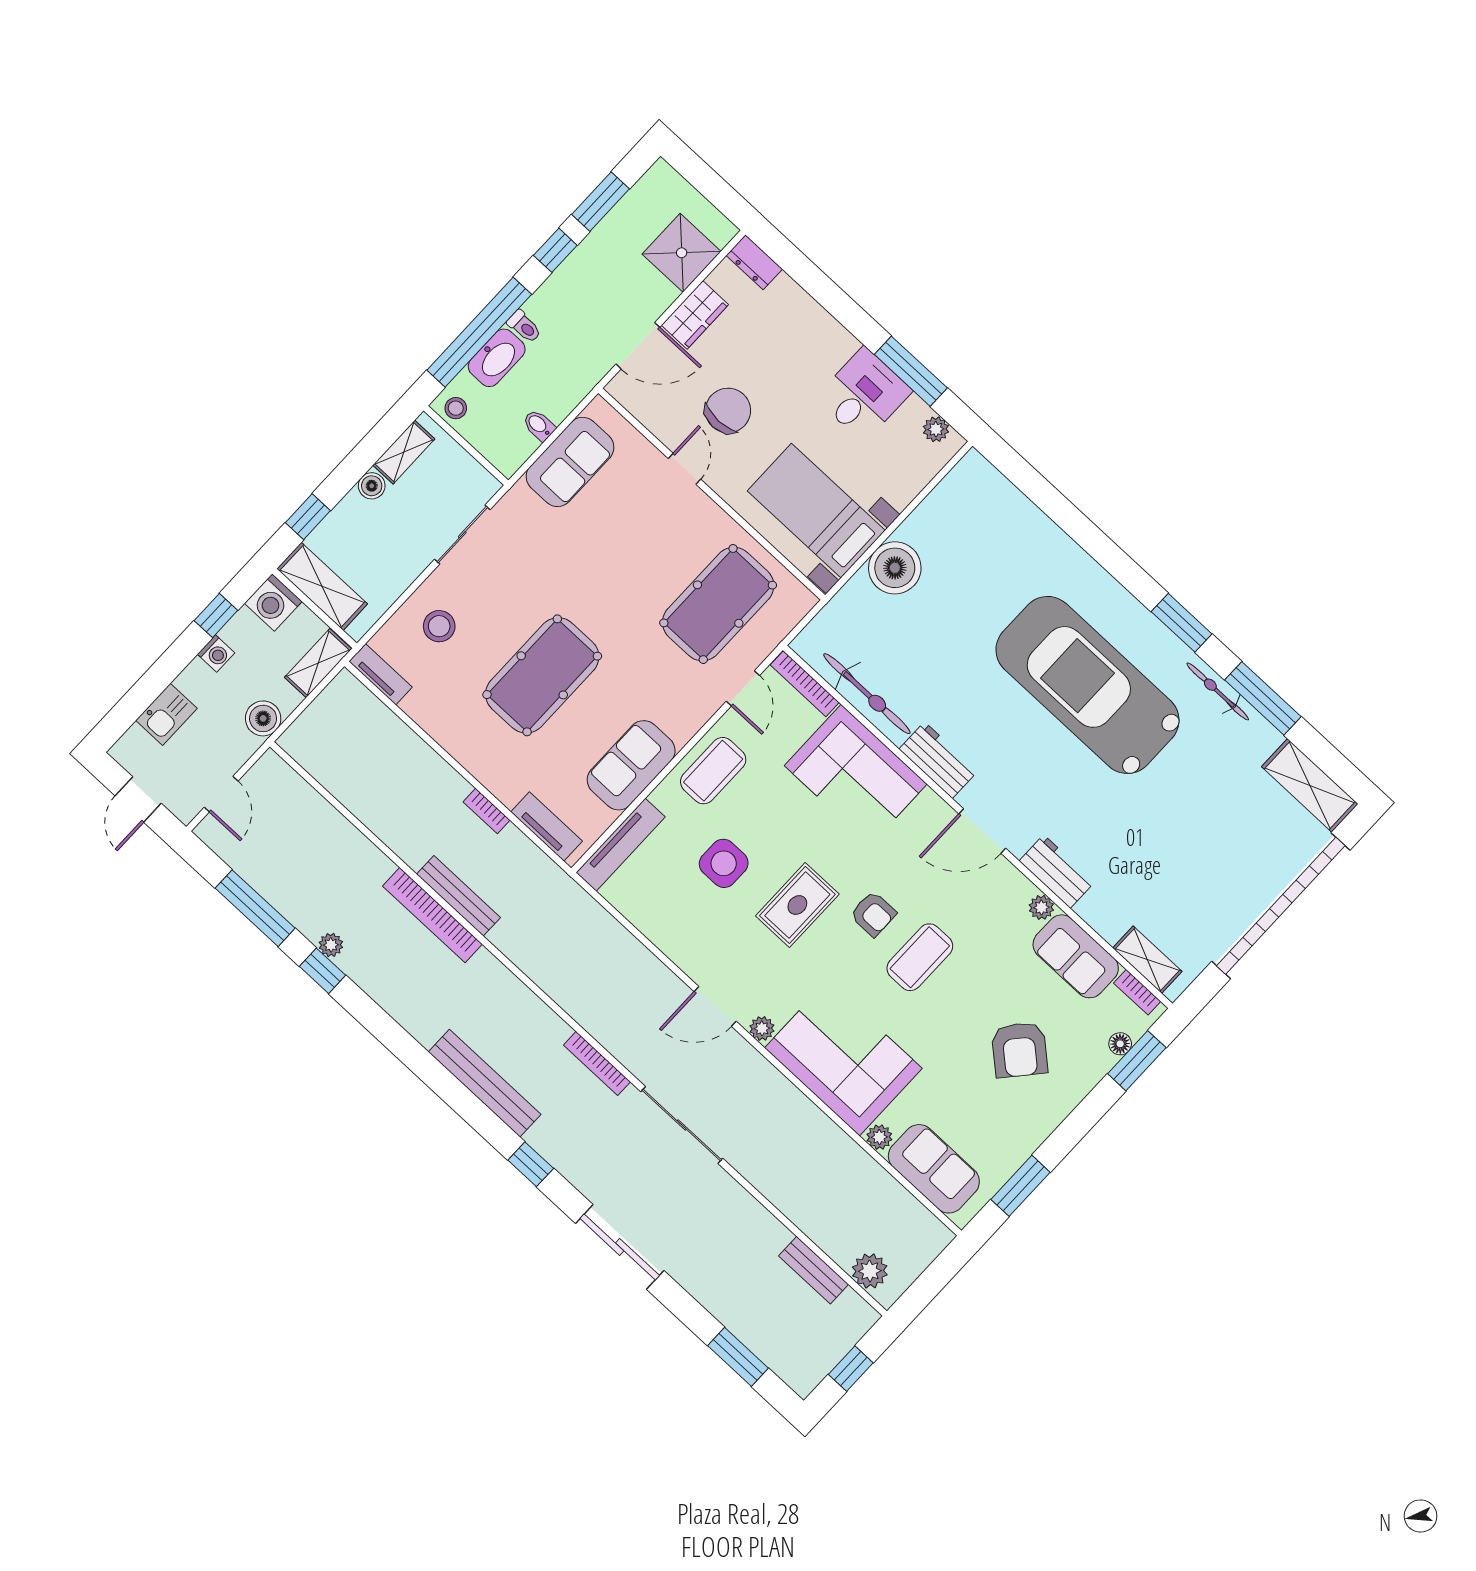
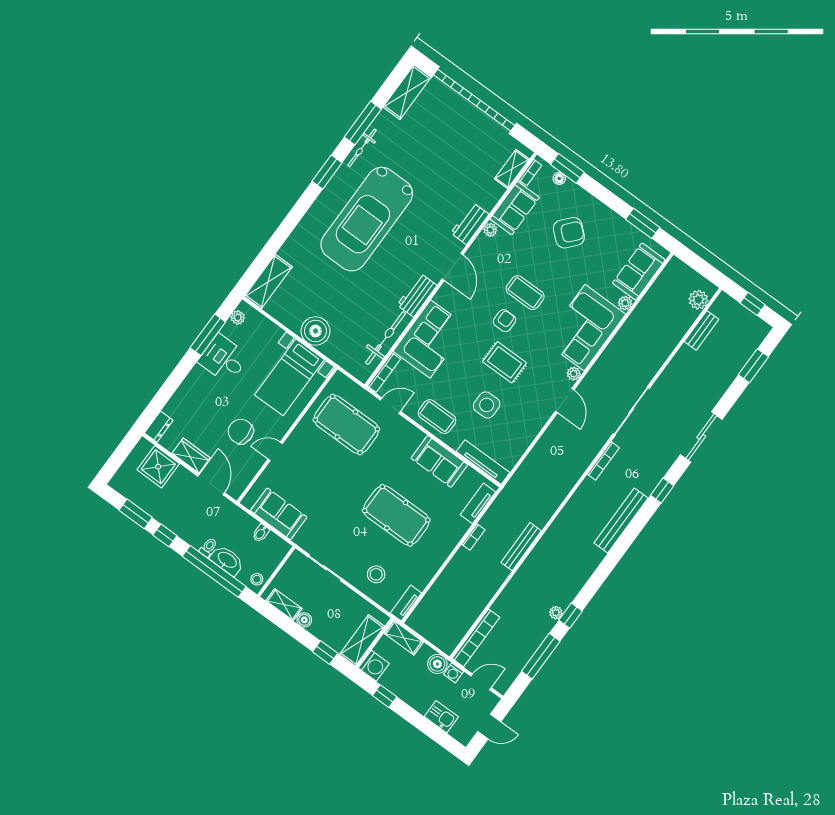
shelving: (995, 493) -> (268, 282), added
washing machine: (216, 653) -> (454, 673), moved, turned 180
bookcase: (432, 915) -> (476, 638), moved

